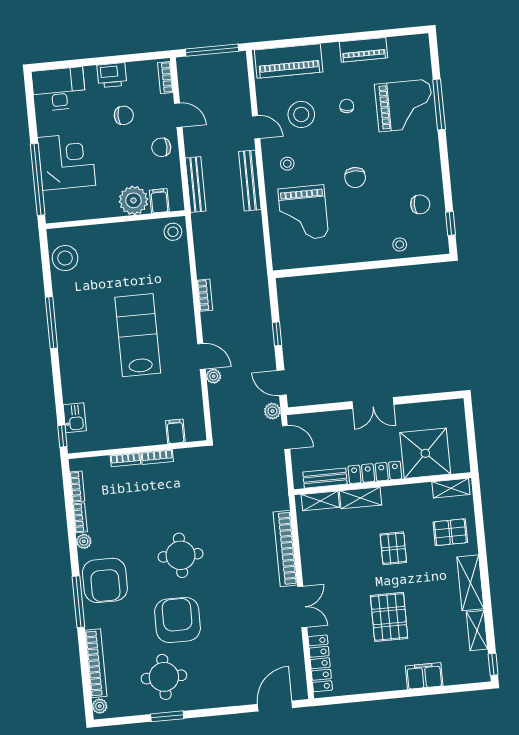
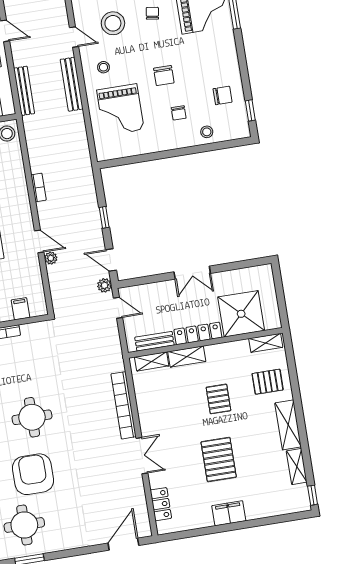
chair: (369, 221) -> (179, 113), added
locker: (320, 663) -> (161, 504), width x0.66
filing cabinet: (424, 676) -> (229, 513), moved

